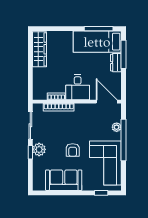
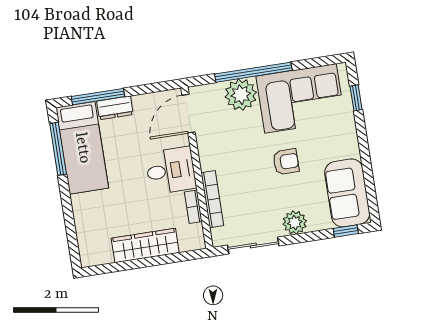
wardrobe: (39, 49) -> (145, 245), moved
plant: (117, 127) -> (241, 95), width x1.87, depth x1.87
window: (30, 152) -> (346, 231), moved
sofa: (64, 180) -> (347, 193), moved

